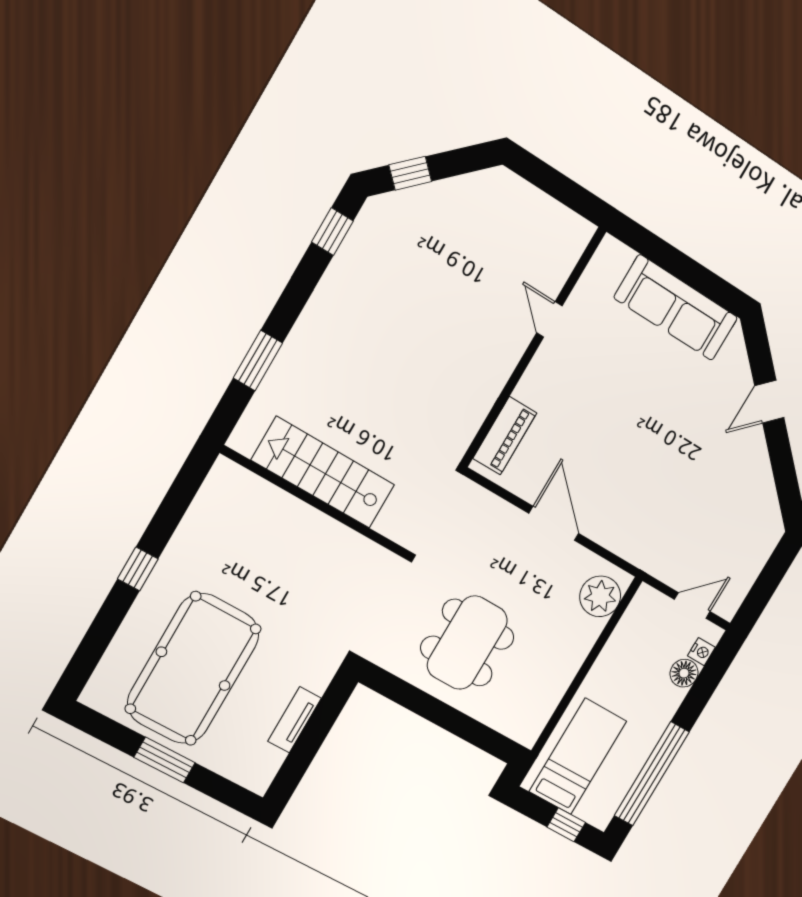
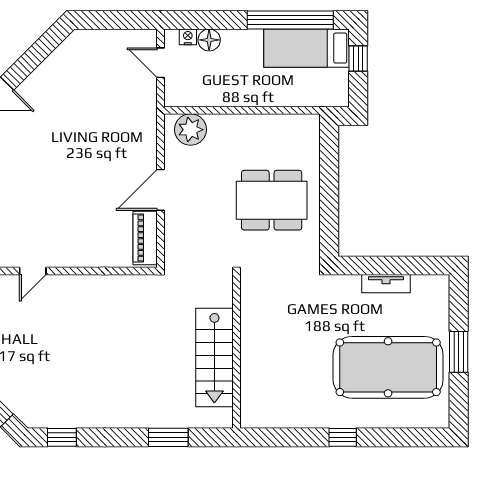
piano: (505, 436) -> (145, 238), moved, turned -90
bed: (578, 756) -> (307, 48), moved

